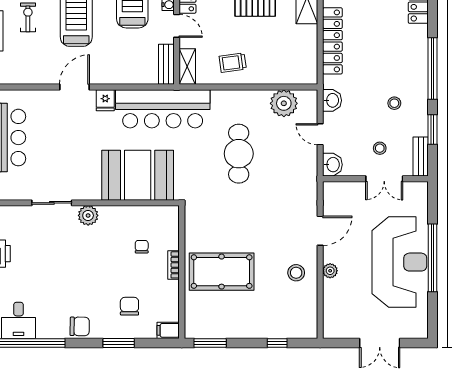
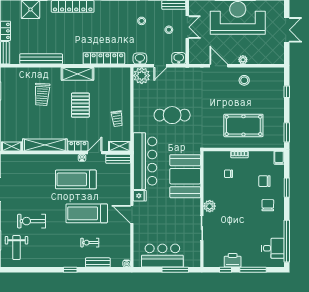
plant: (284, 103) -> (142, 76), moved
pool table: (222, 272) -> (243, 125), turned 90
chair: (80, 326) -> (268, 205), moved

